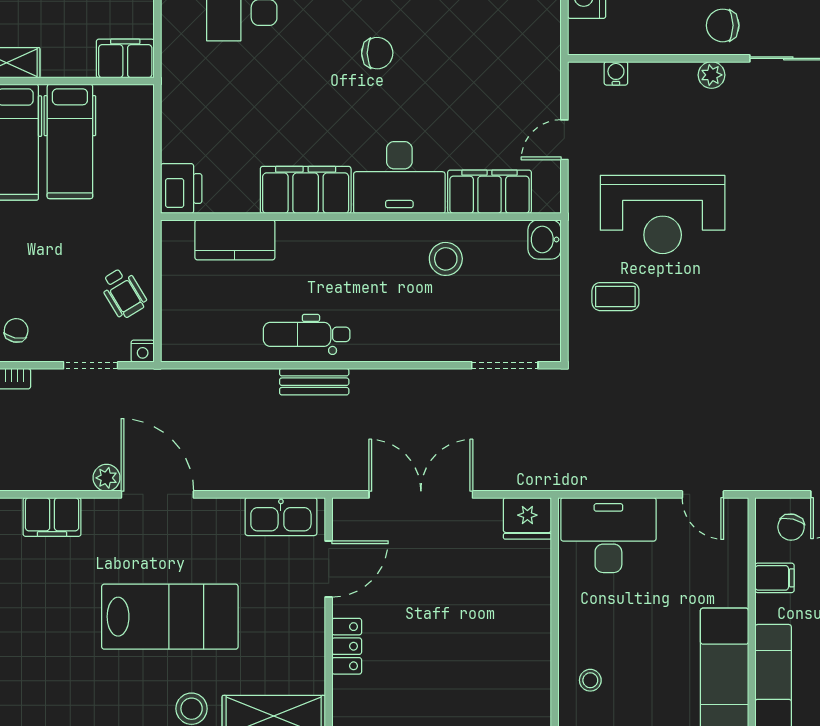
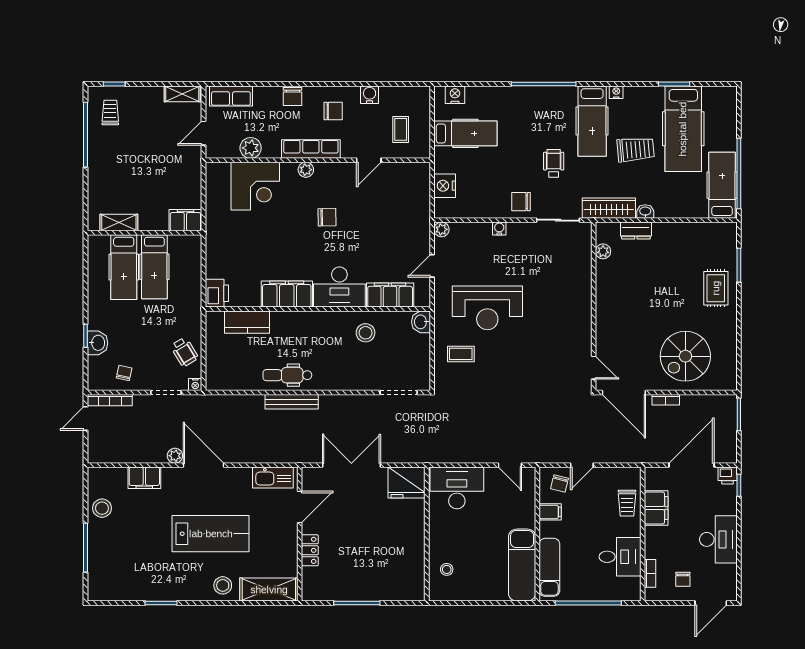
water cooler: (616, 73) -> (499, 229), moved
plant: (712, 75) -> (441, 229), moved
bench: (314, 382) -> (292, 402), width x1.36
fridge: (527, 518) -> (406, 482), width x1.36, depth x1.34

